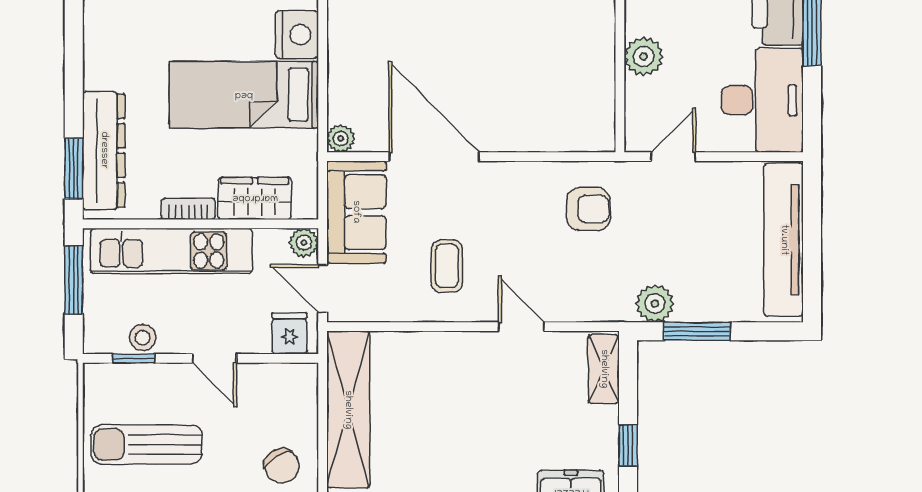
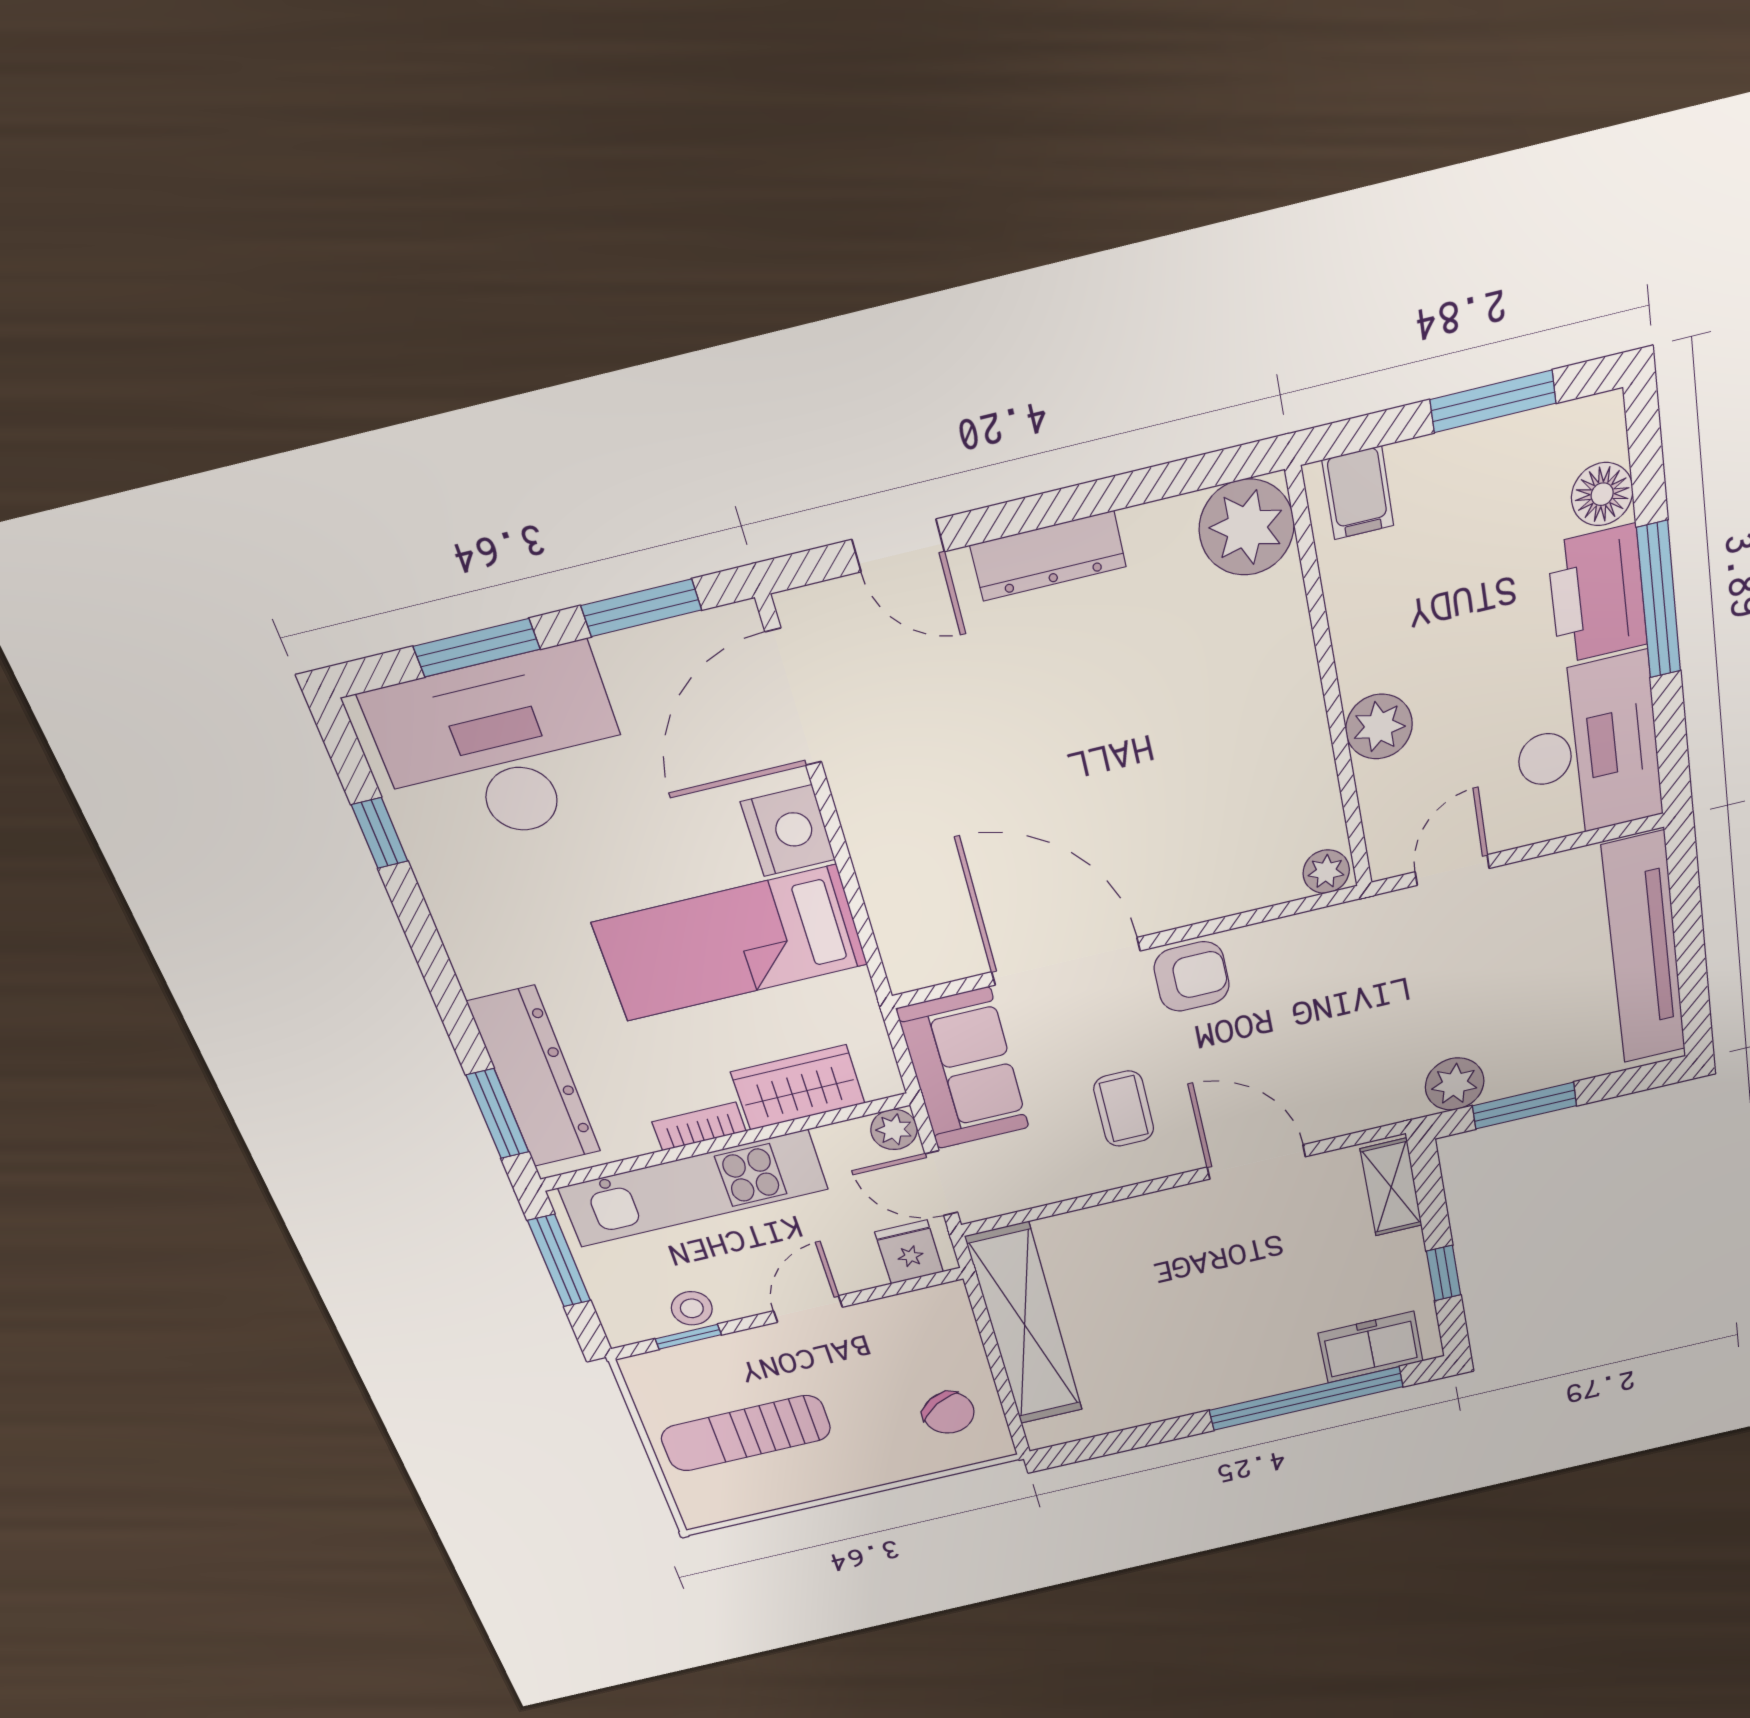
plant: (341, 138) -> (1326, 872), moved
armchair: (588, 209) -> (1192, 977), moved
door: (521, 327) -> (1256, 1162), width x1.38
door: (215, 358) -> (808, 1309), swing flipped

